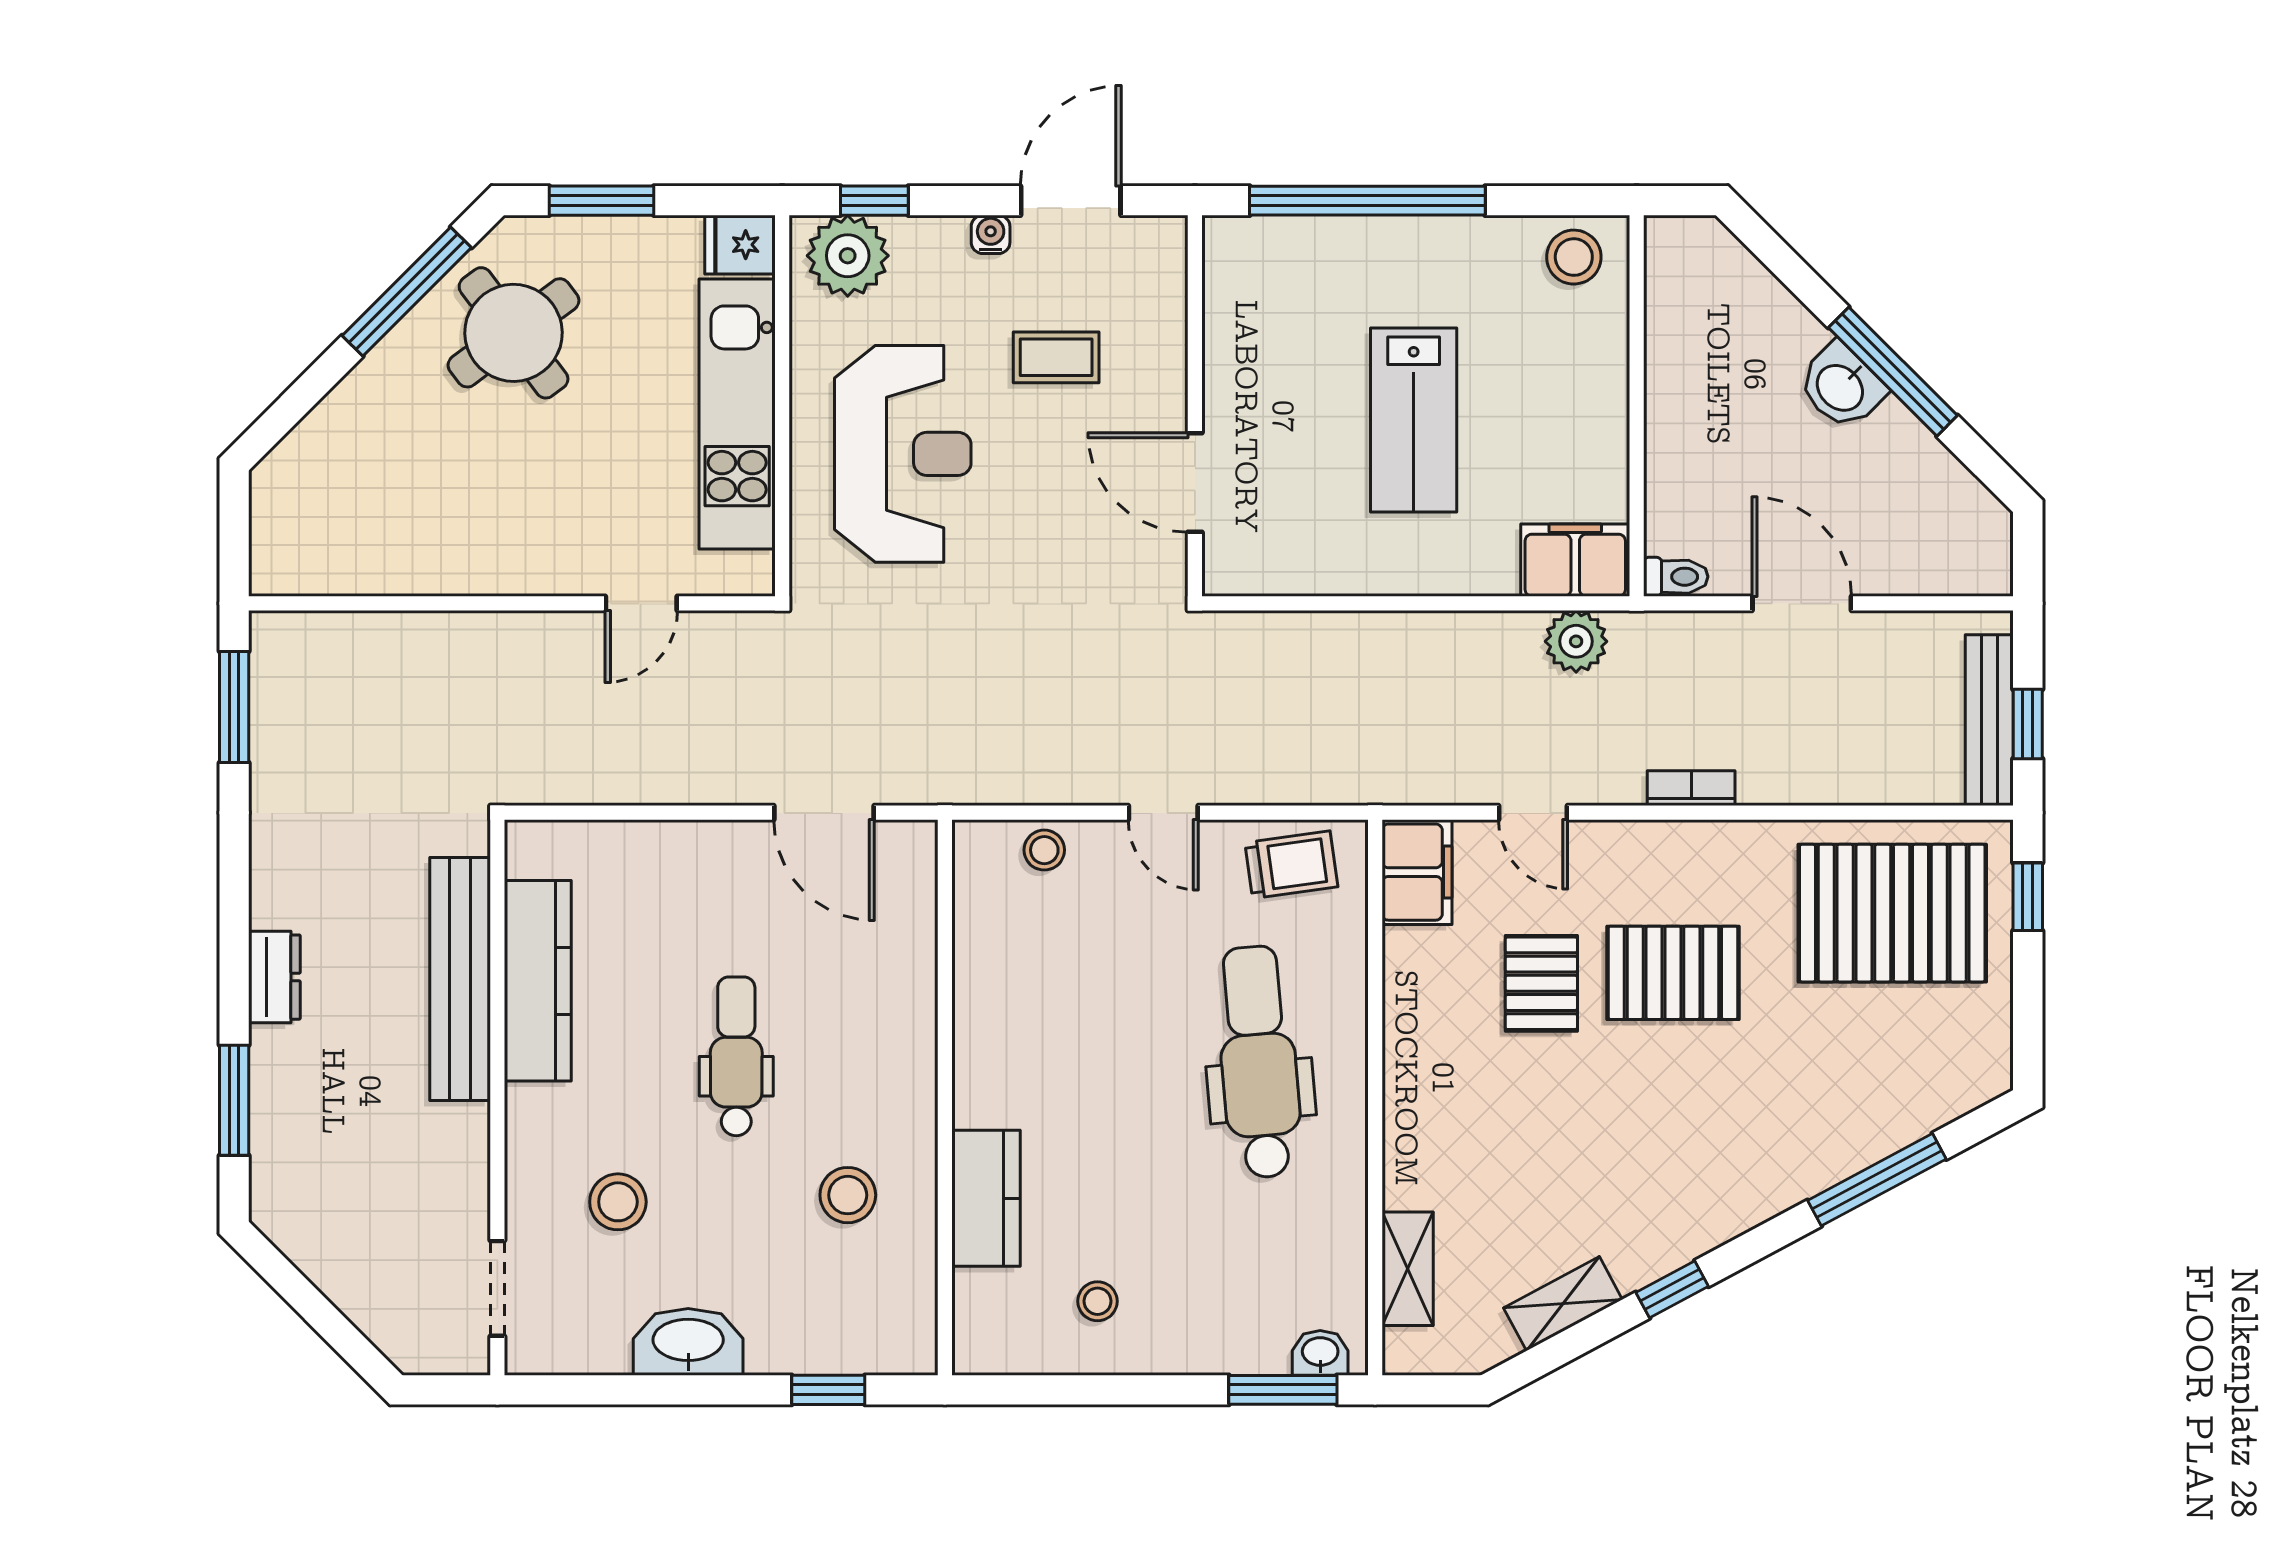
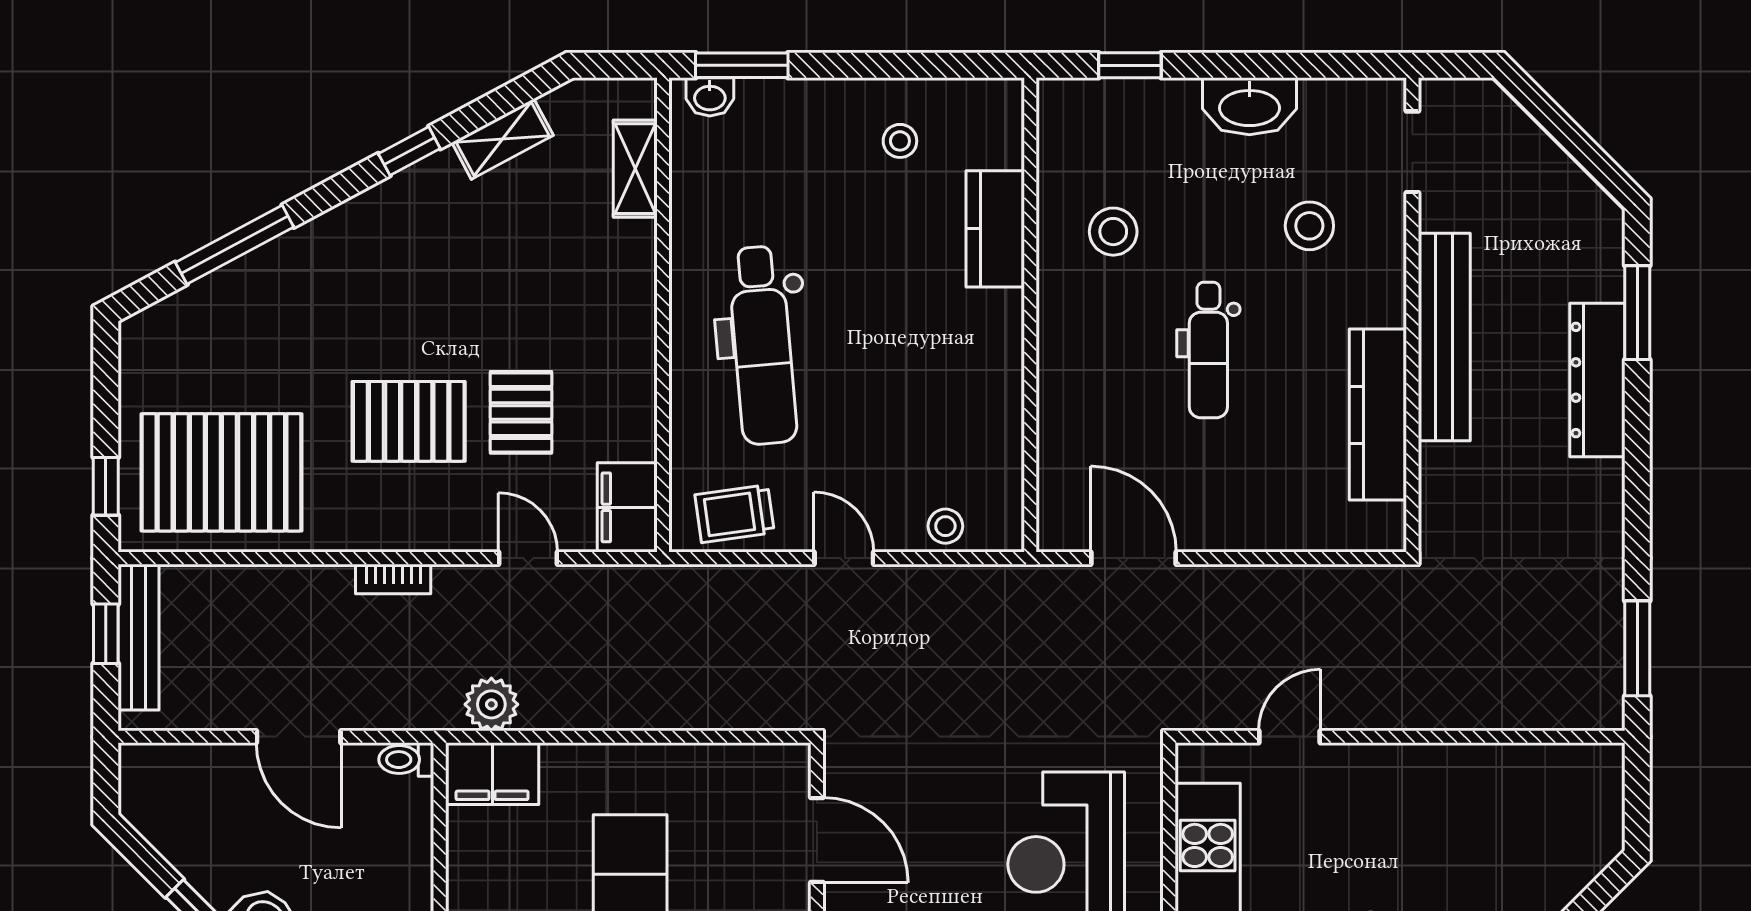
dresser: (274, 977) -> (1597, 380), width x1.96, depth x1.24
bench: (460, 979) -> (1444, 337), moved

